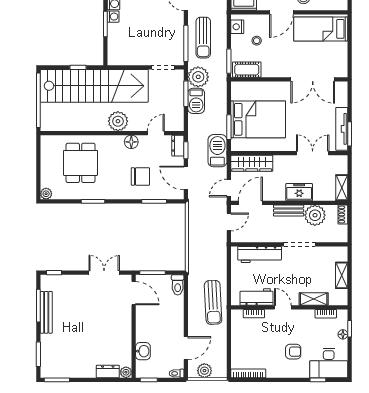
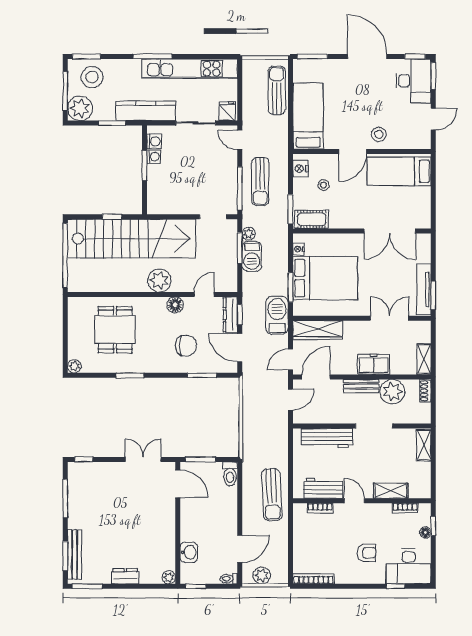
plant: (198, 77) -> (249, 234), width x0.53, depth x0.53
nightstand: (236, 95) -> (299, 249), added
dresser: (178, 146) -> (230, 315), width x1.44
shelving: (342, 275) -> (424, 445), moved
bench: (46, 312) -> (75, 554), moved
dresser: (108, 371) -> (125, 576), moved

